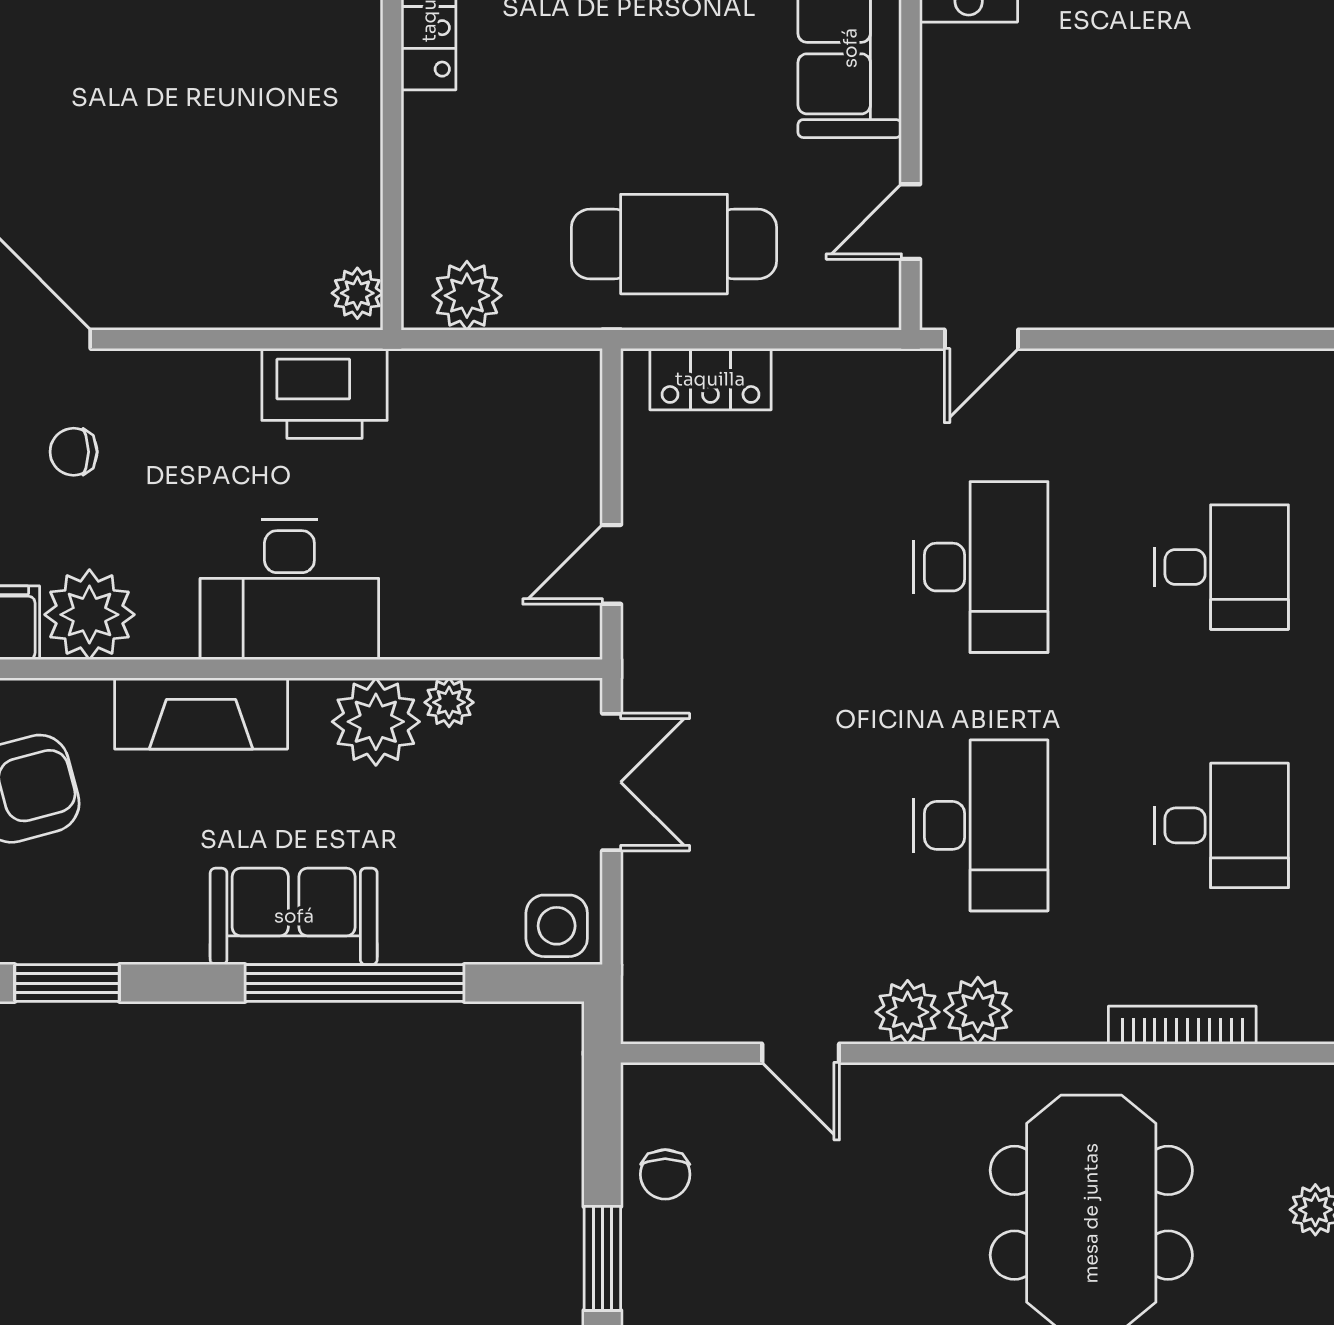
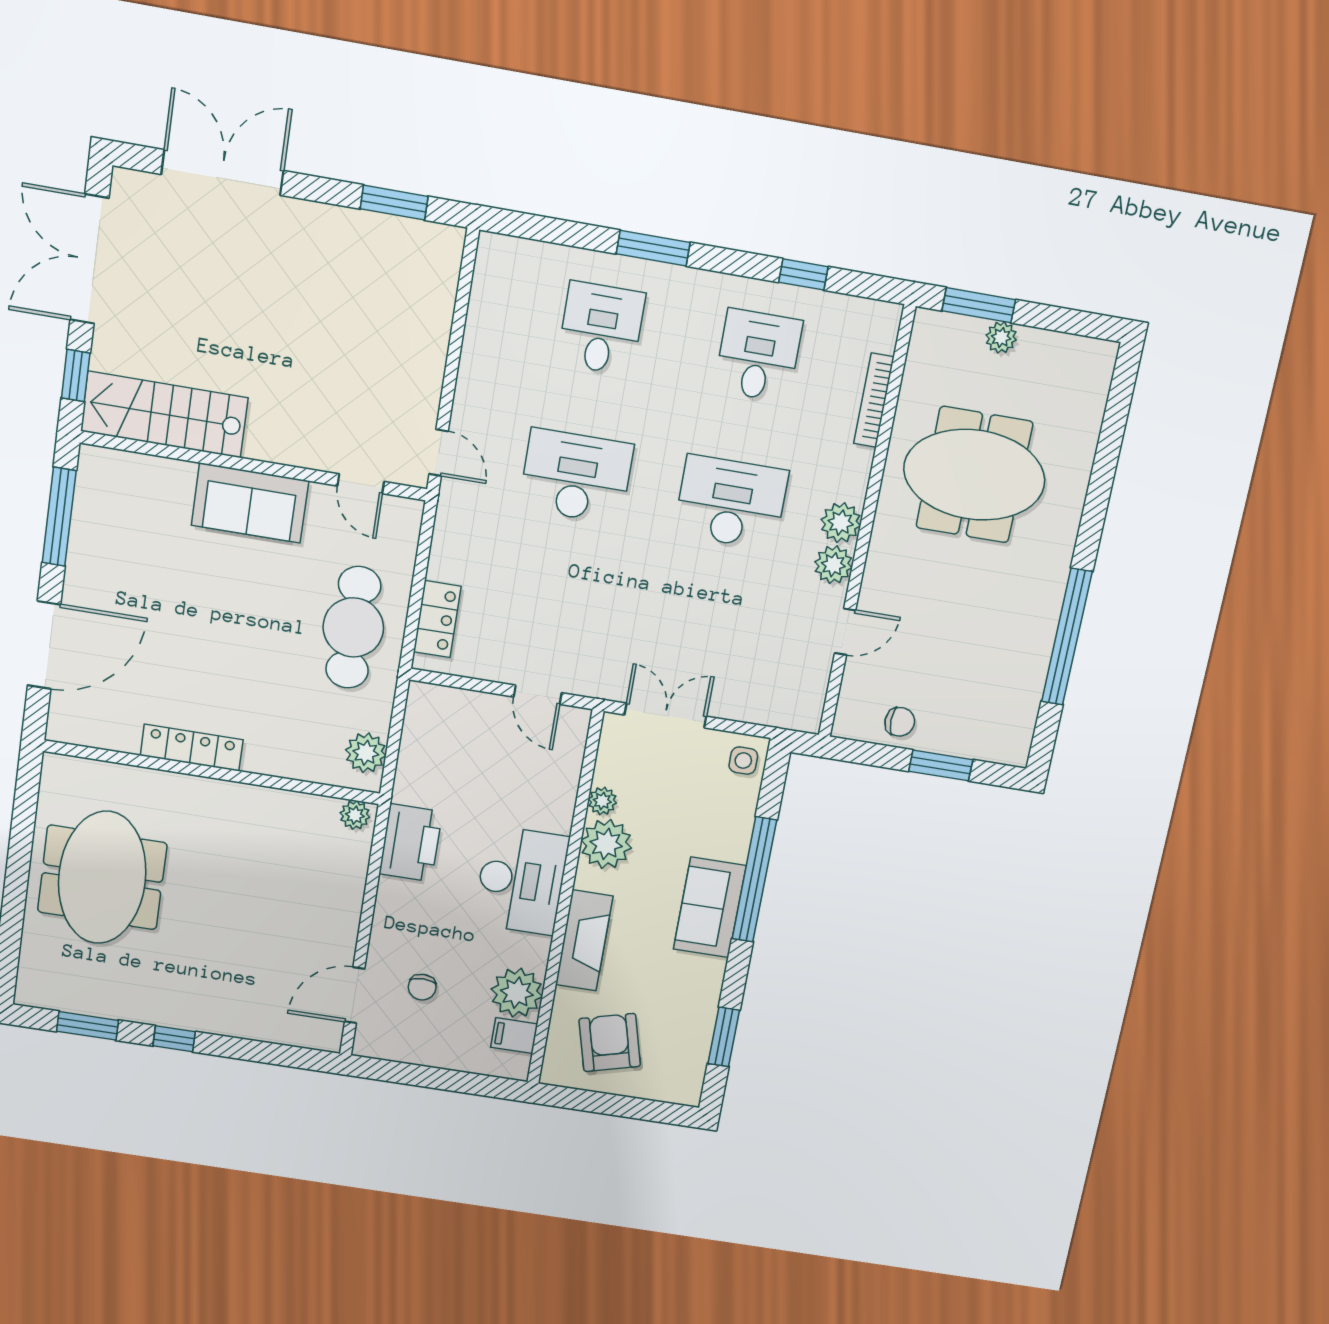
side table: (557, 926) -> (743, 761), width x0.73, depth x0.73

